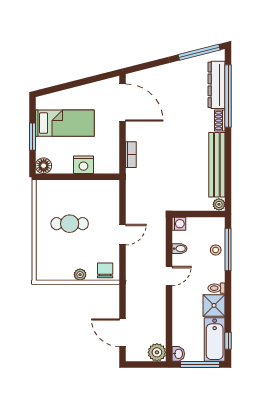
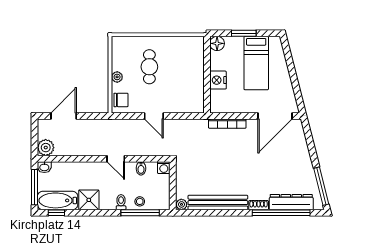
bookcase: (131, 155) -> (227, 124), width x1.56
cafe table: (70, 224) -> (149, 67), moved
toilet: (217, 288) -> (121, 202), moved

